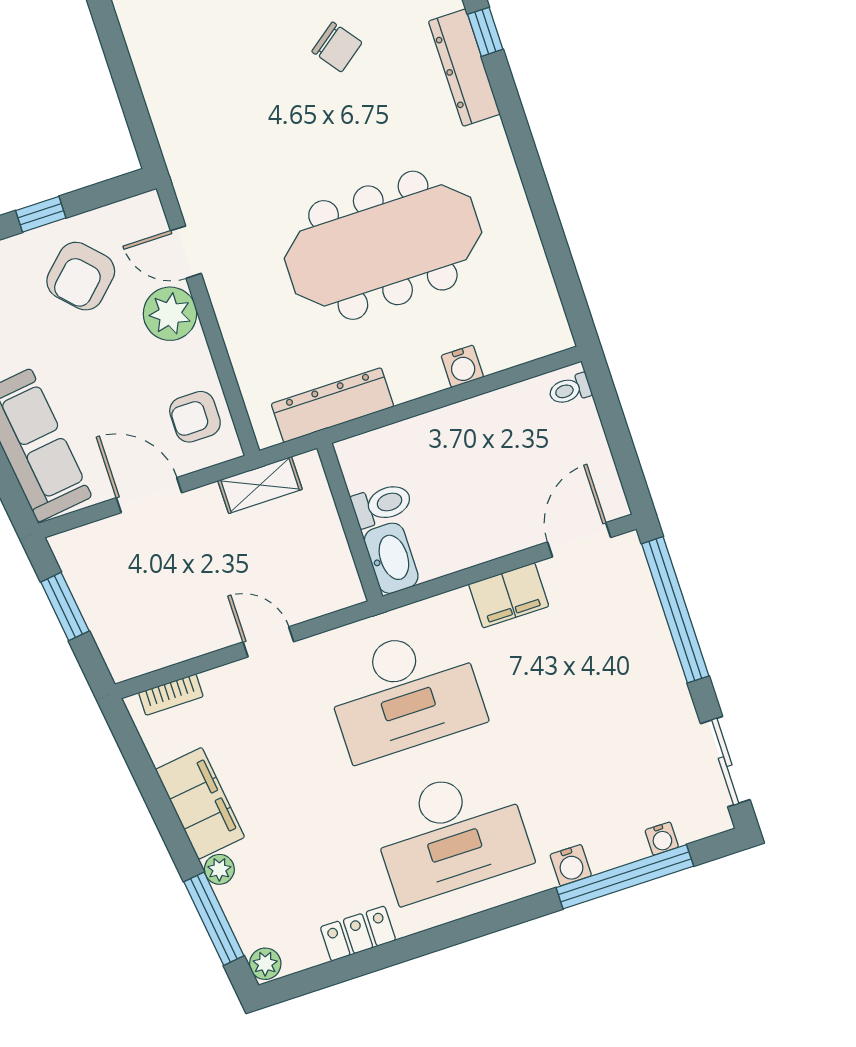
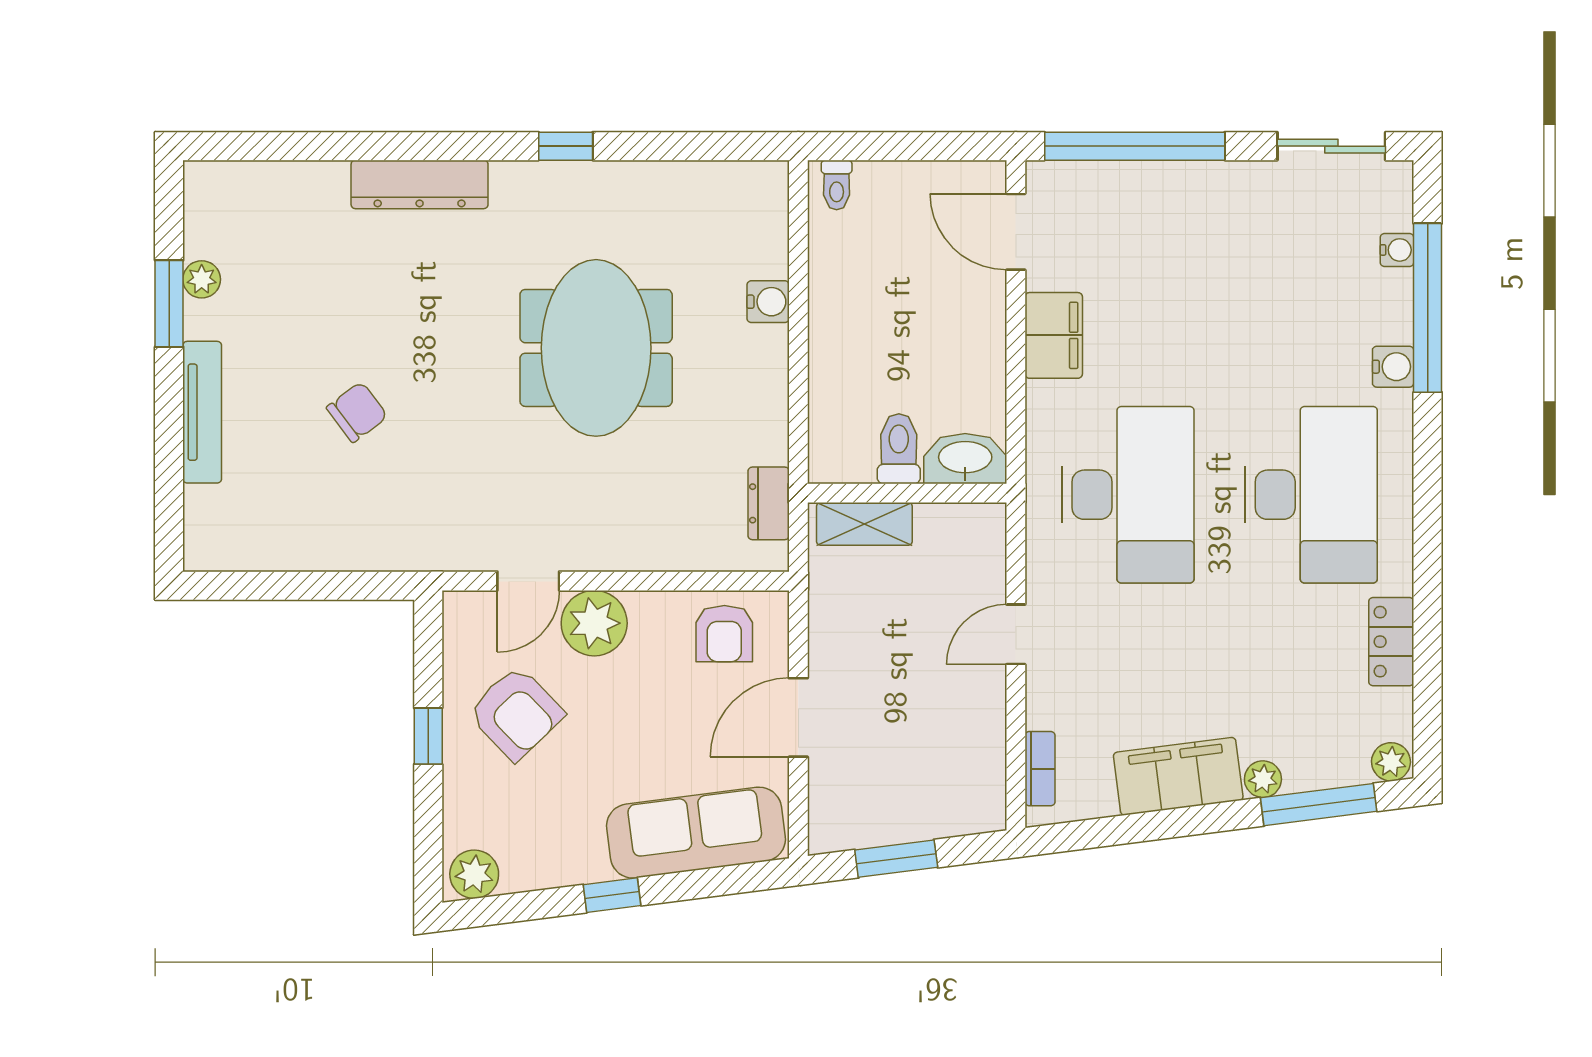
window: (485, 32) -> (566, 146), moved
chair: (337, 47) -> (357, 412), moved
meeting table: (383, 245) -> (596, 348), width x0.73
dresser: (332, 405) -> (769, 503), width x0.51, depth x0.80
shelving: (260, 485) -> (864, 524), moved, turned 90

